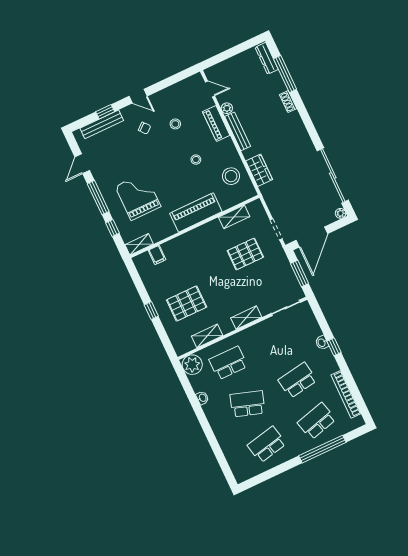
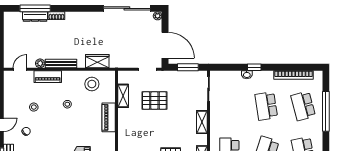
dresser: (267, 58) -> (35, 17), moved
piano: (196, 212) -> (109, 117), width x0.73, depth x0.75
pallet: (245, 254) -> (154, 101), turned 90

